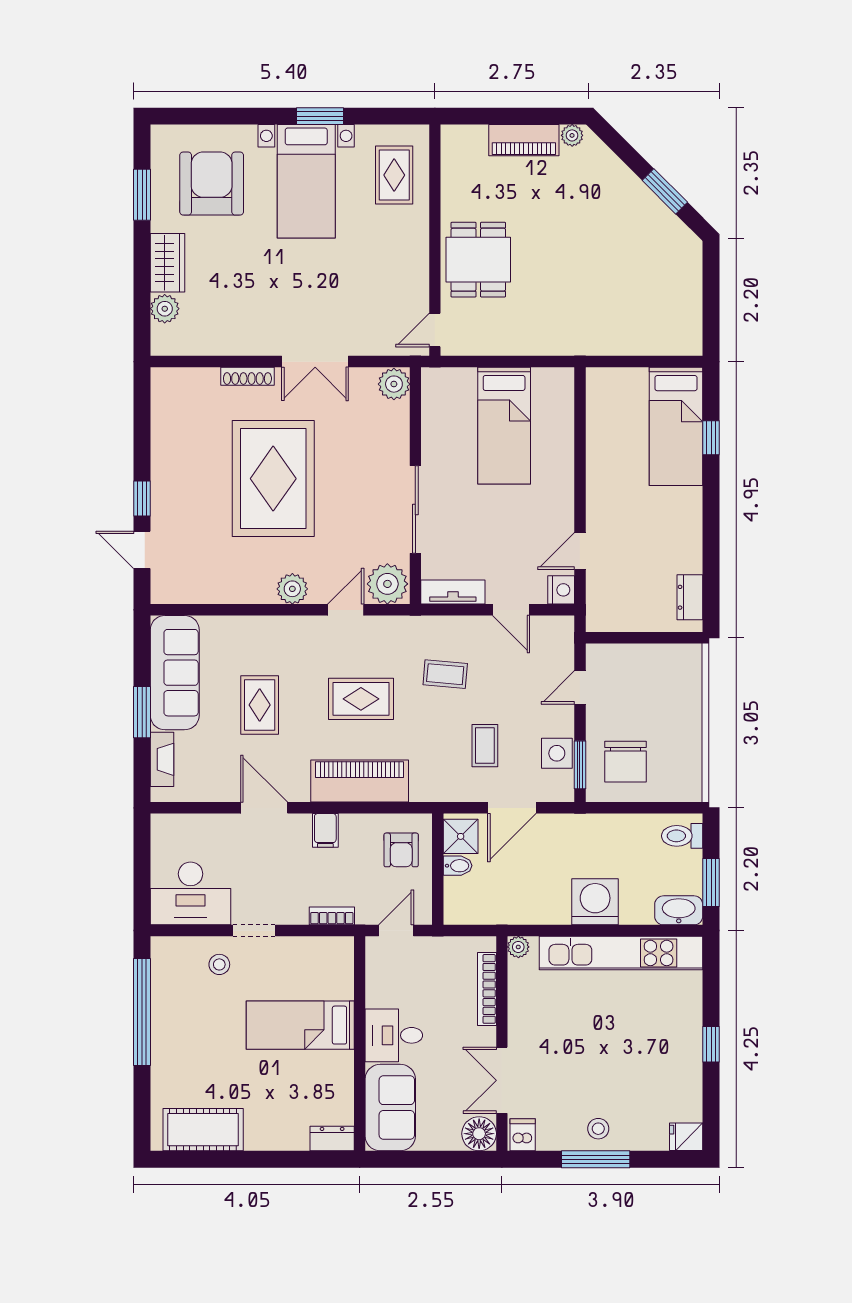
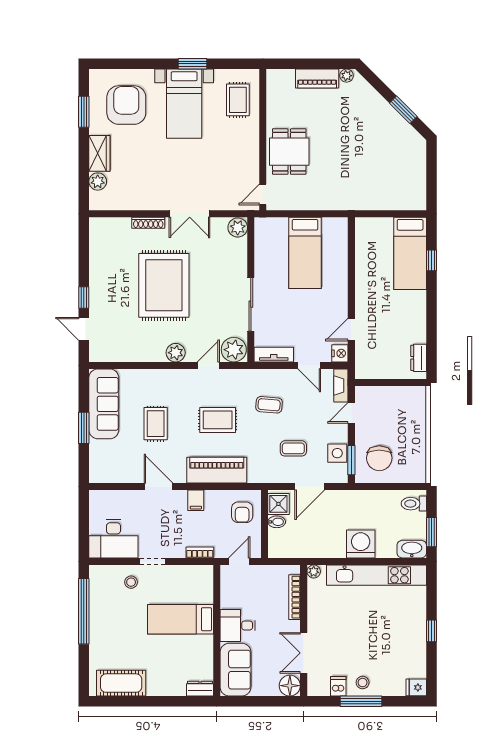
coffee table: (485, 746) -> (293, 448), turned 90
fireplace: (162, 759) -> (341, 386), moved, turned 180
dishwasher: (523, 1135) -> (338, 686), moved

